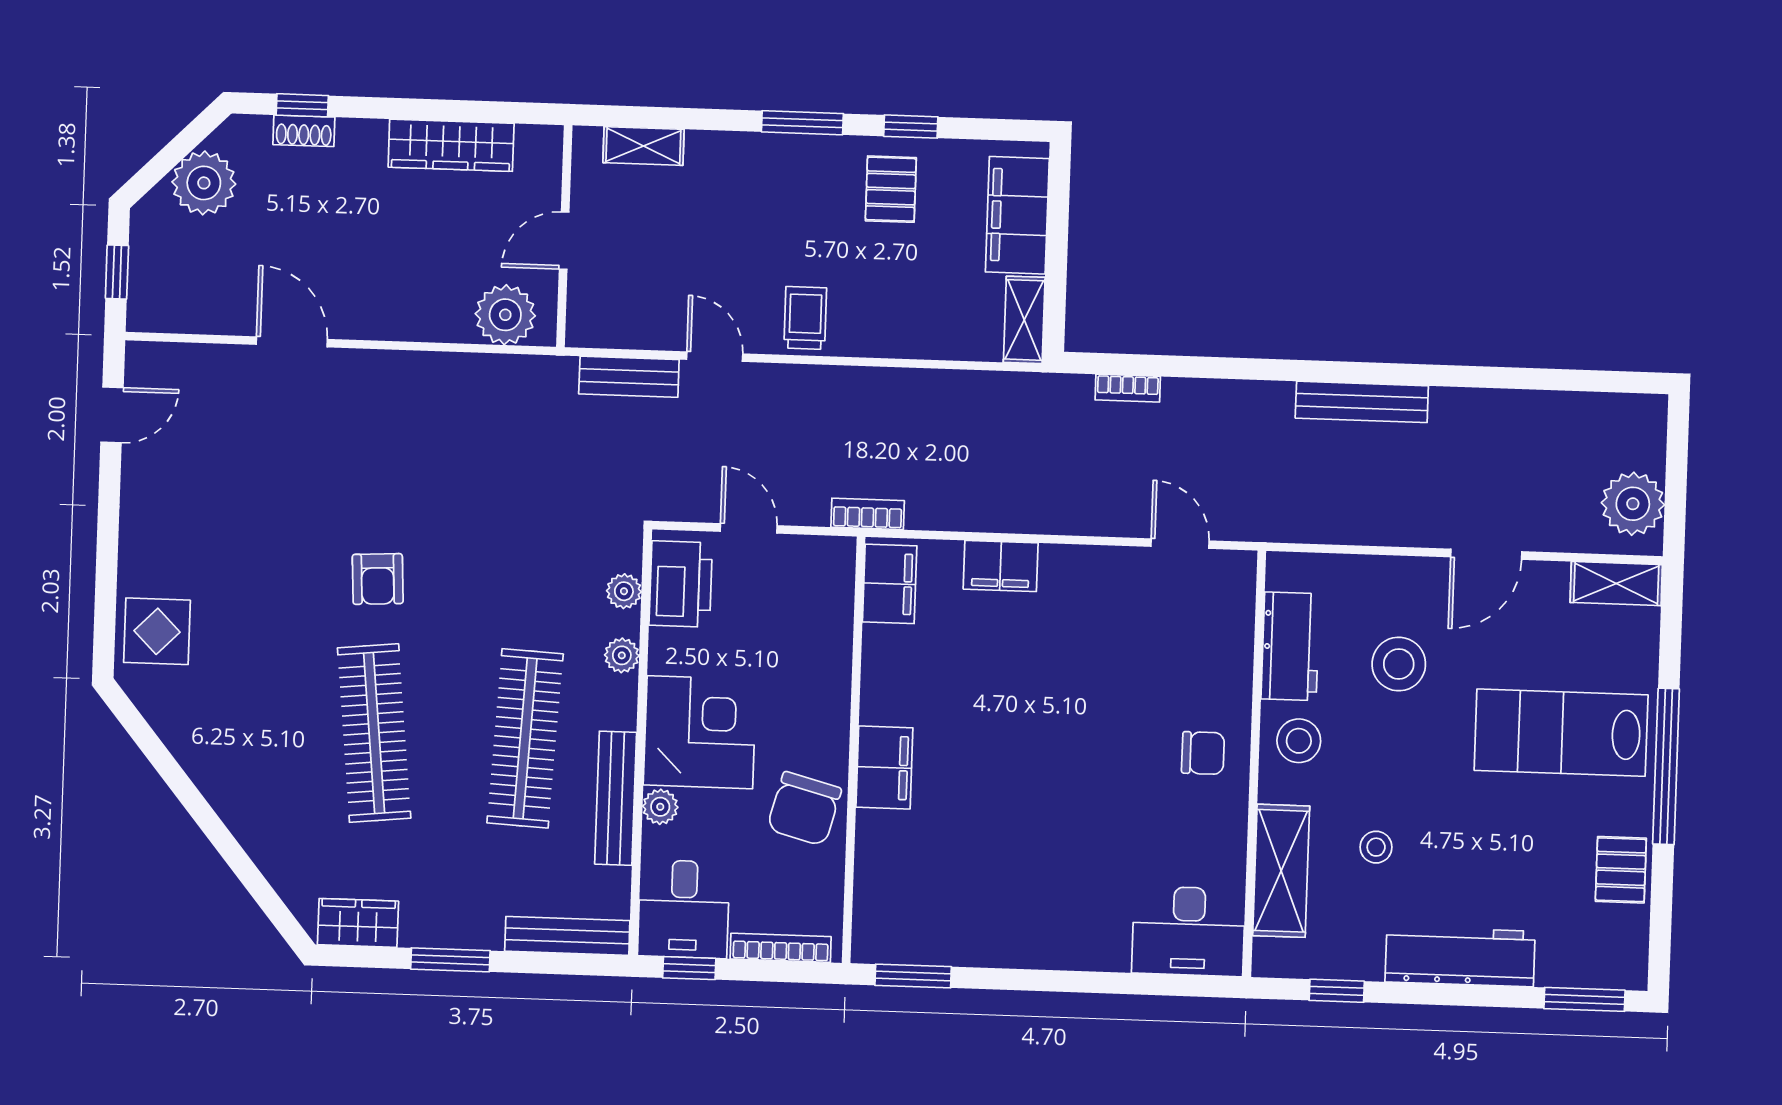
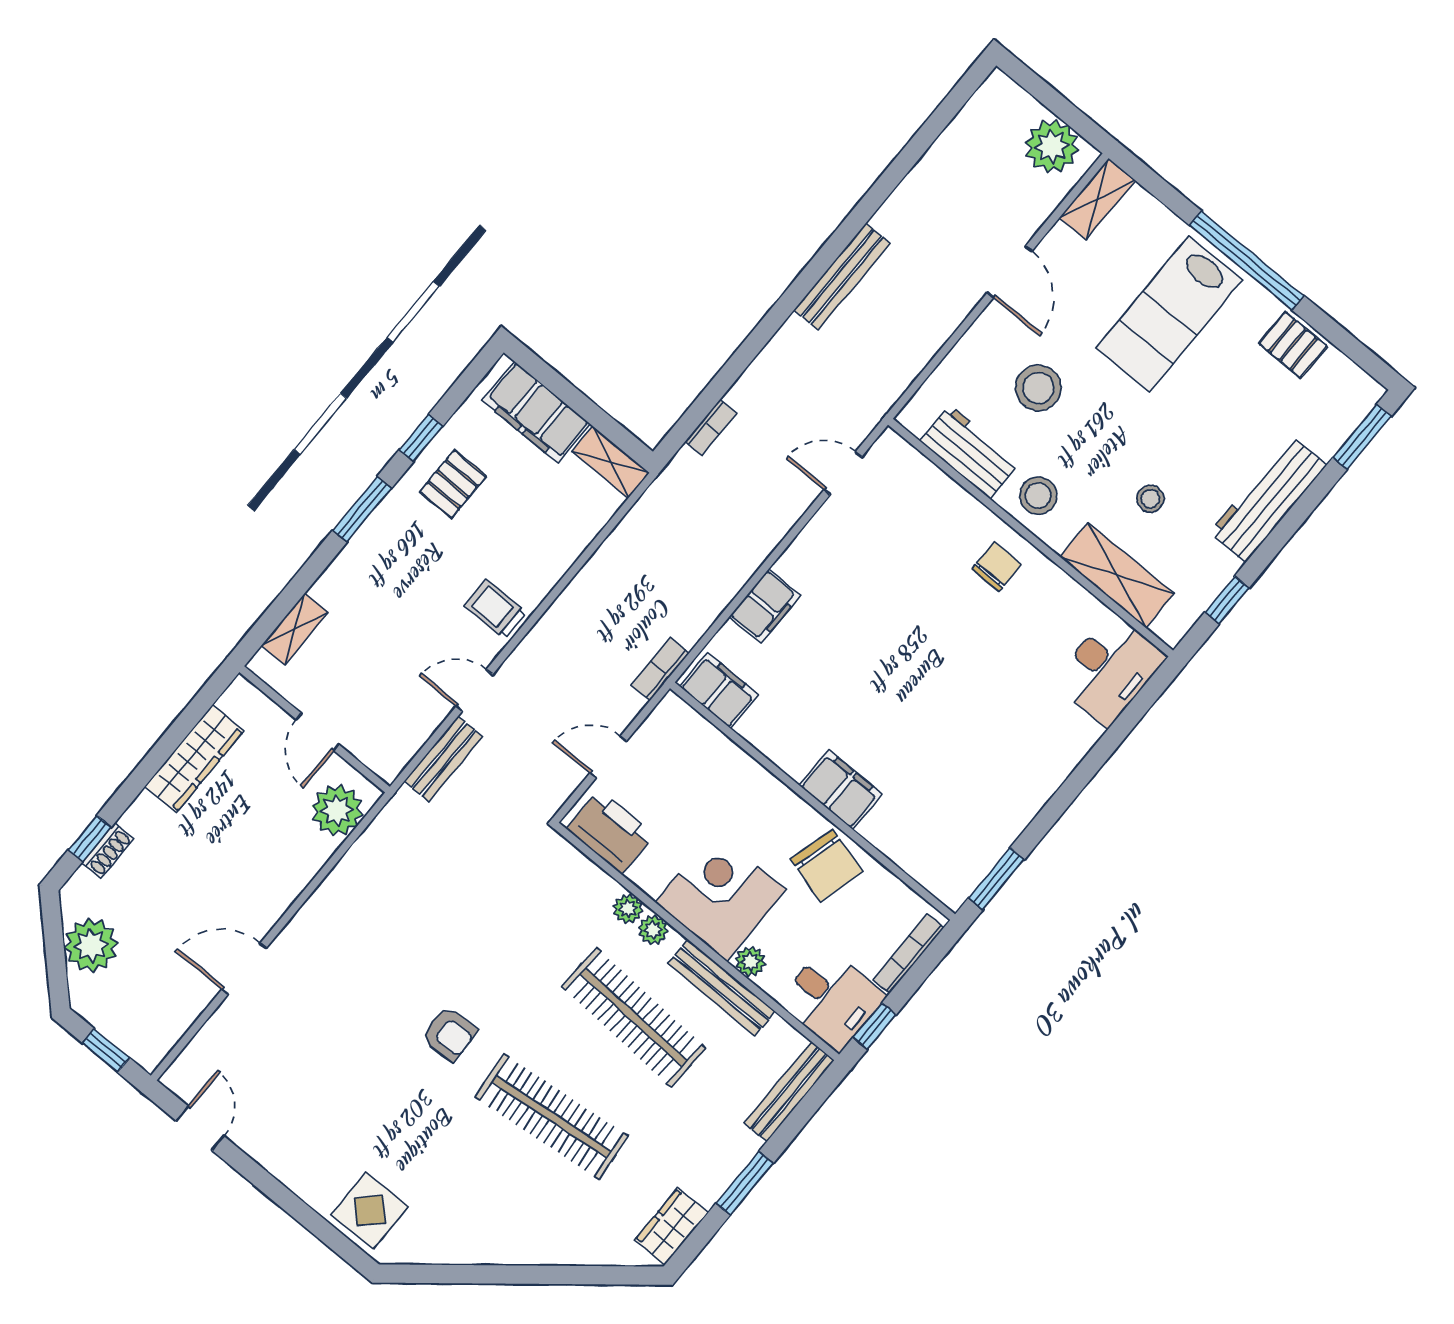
pallet: (891, 189) -> (453, 484), turned 90
plant: (624, 591) -> (653, 930), moved

